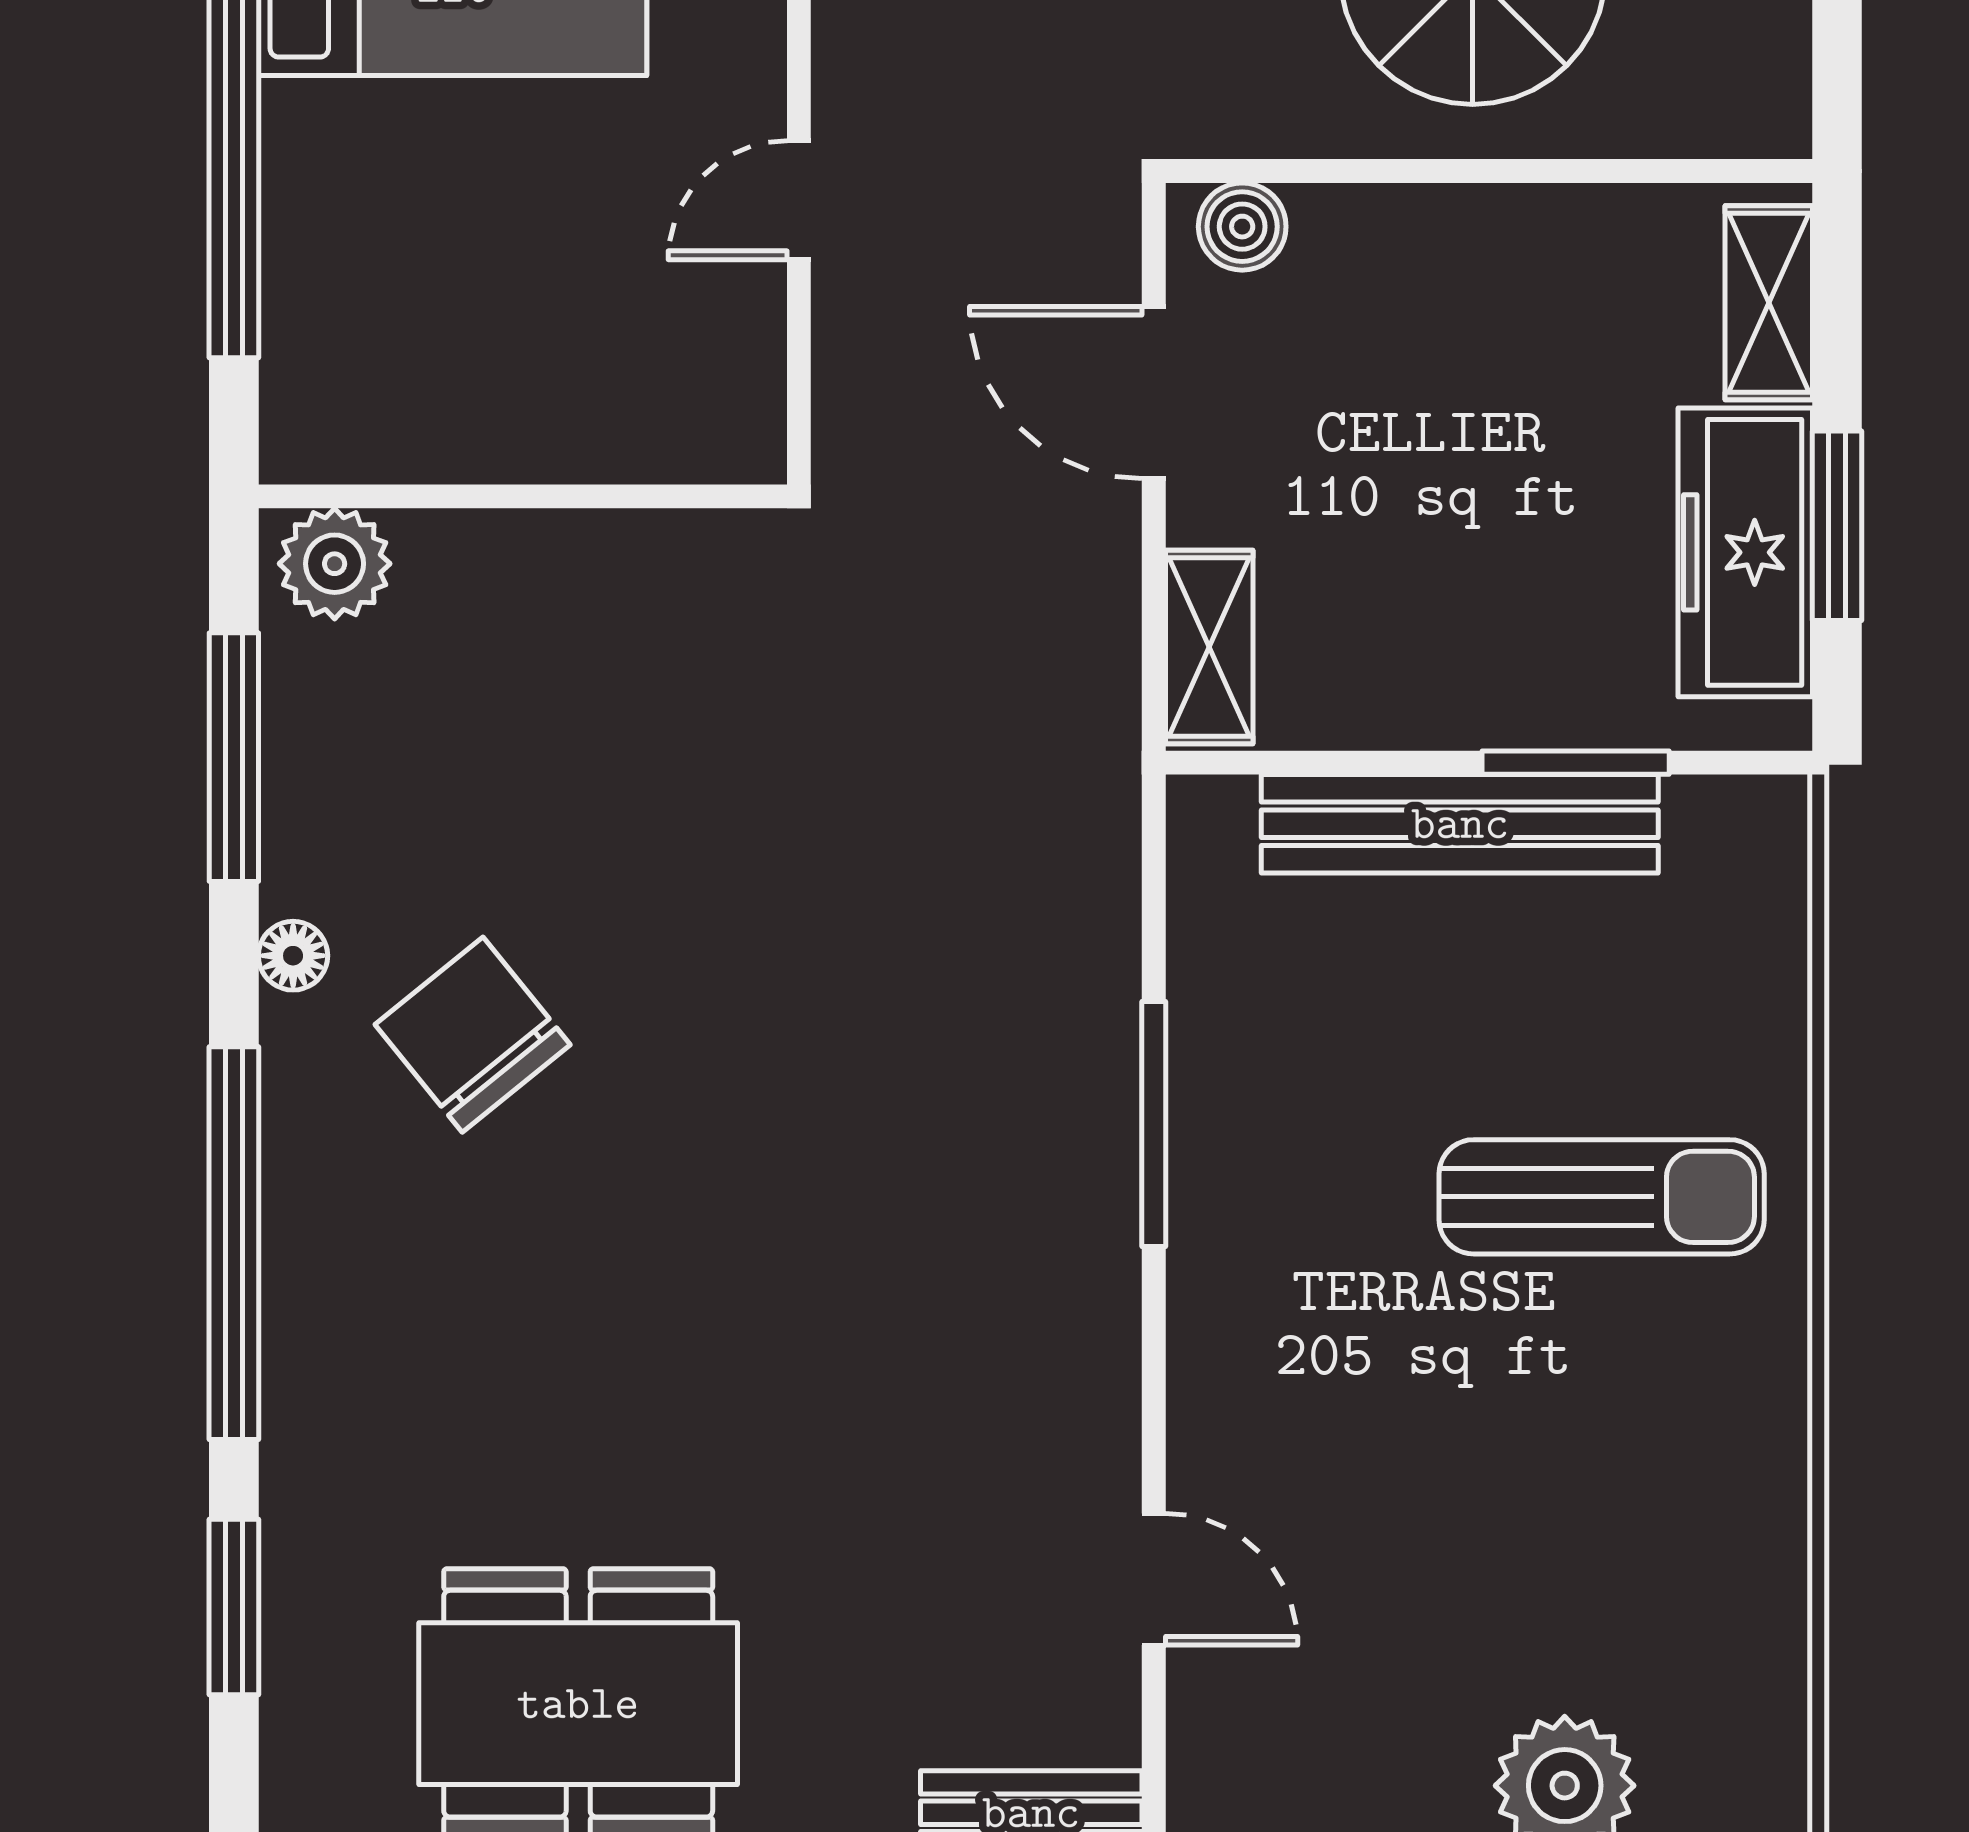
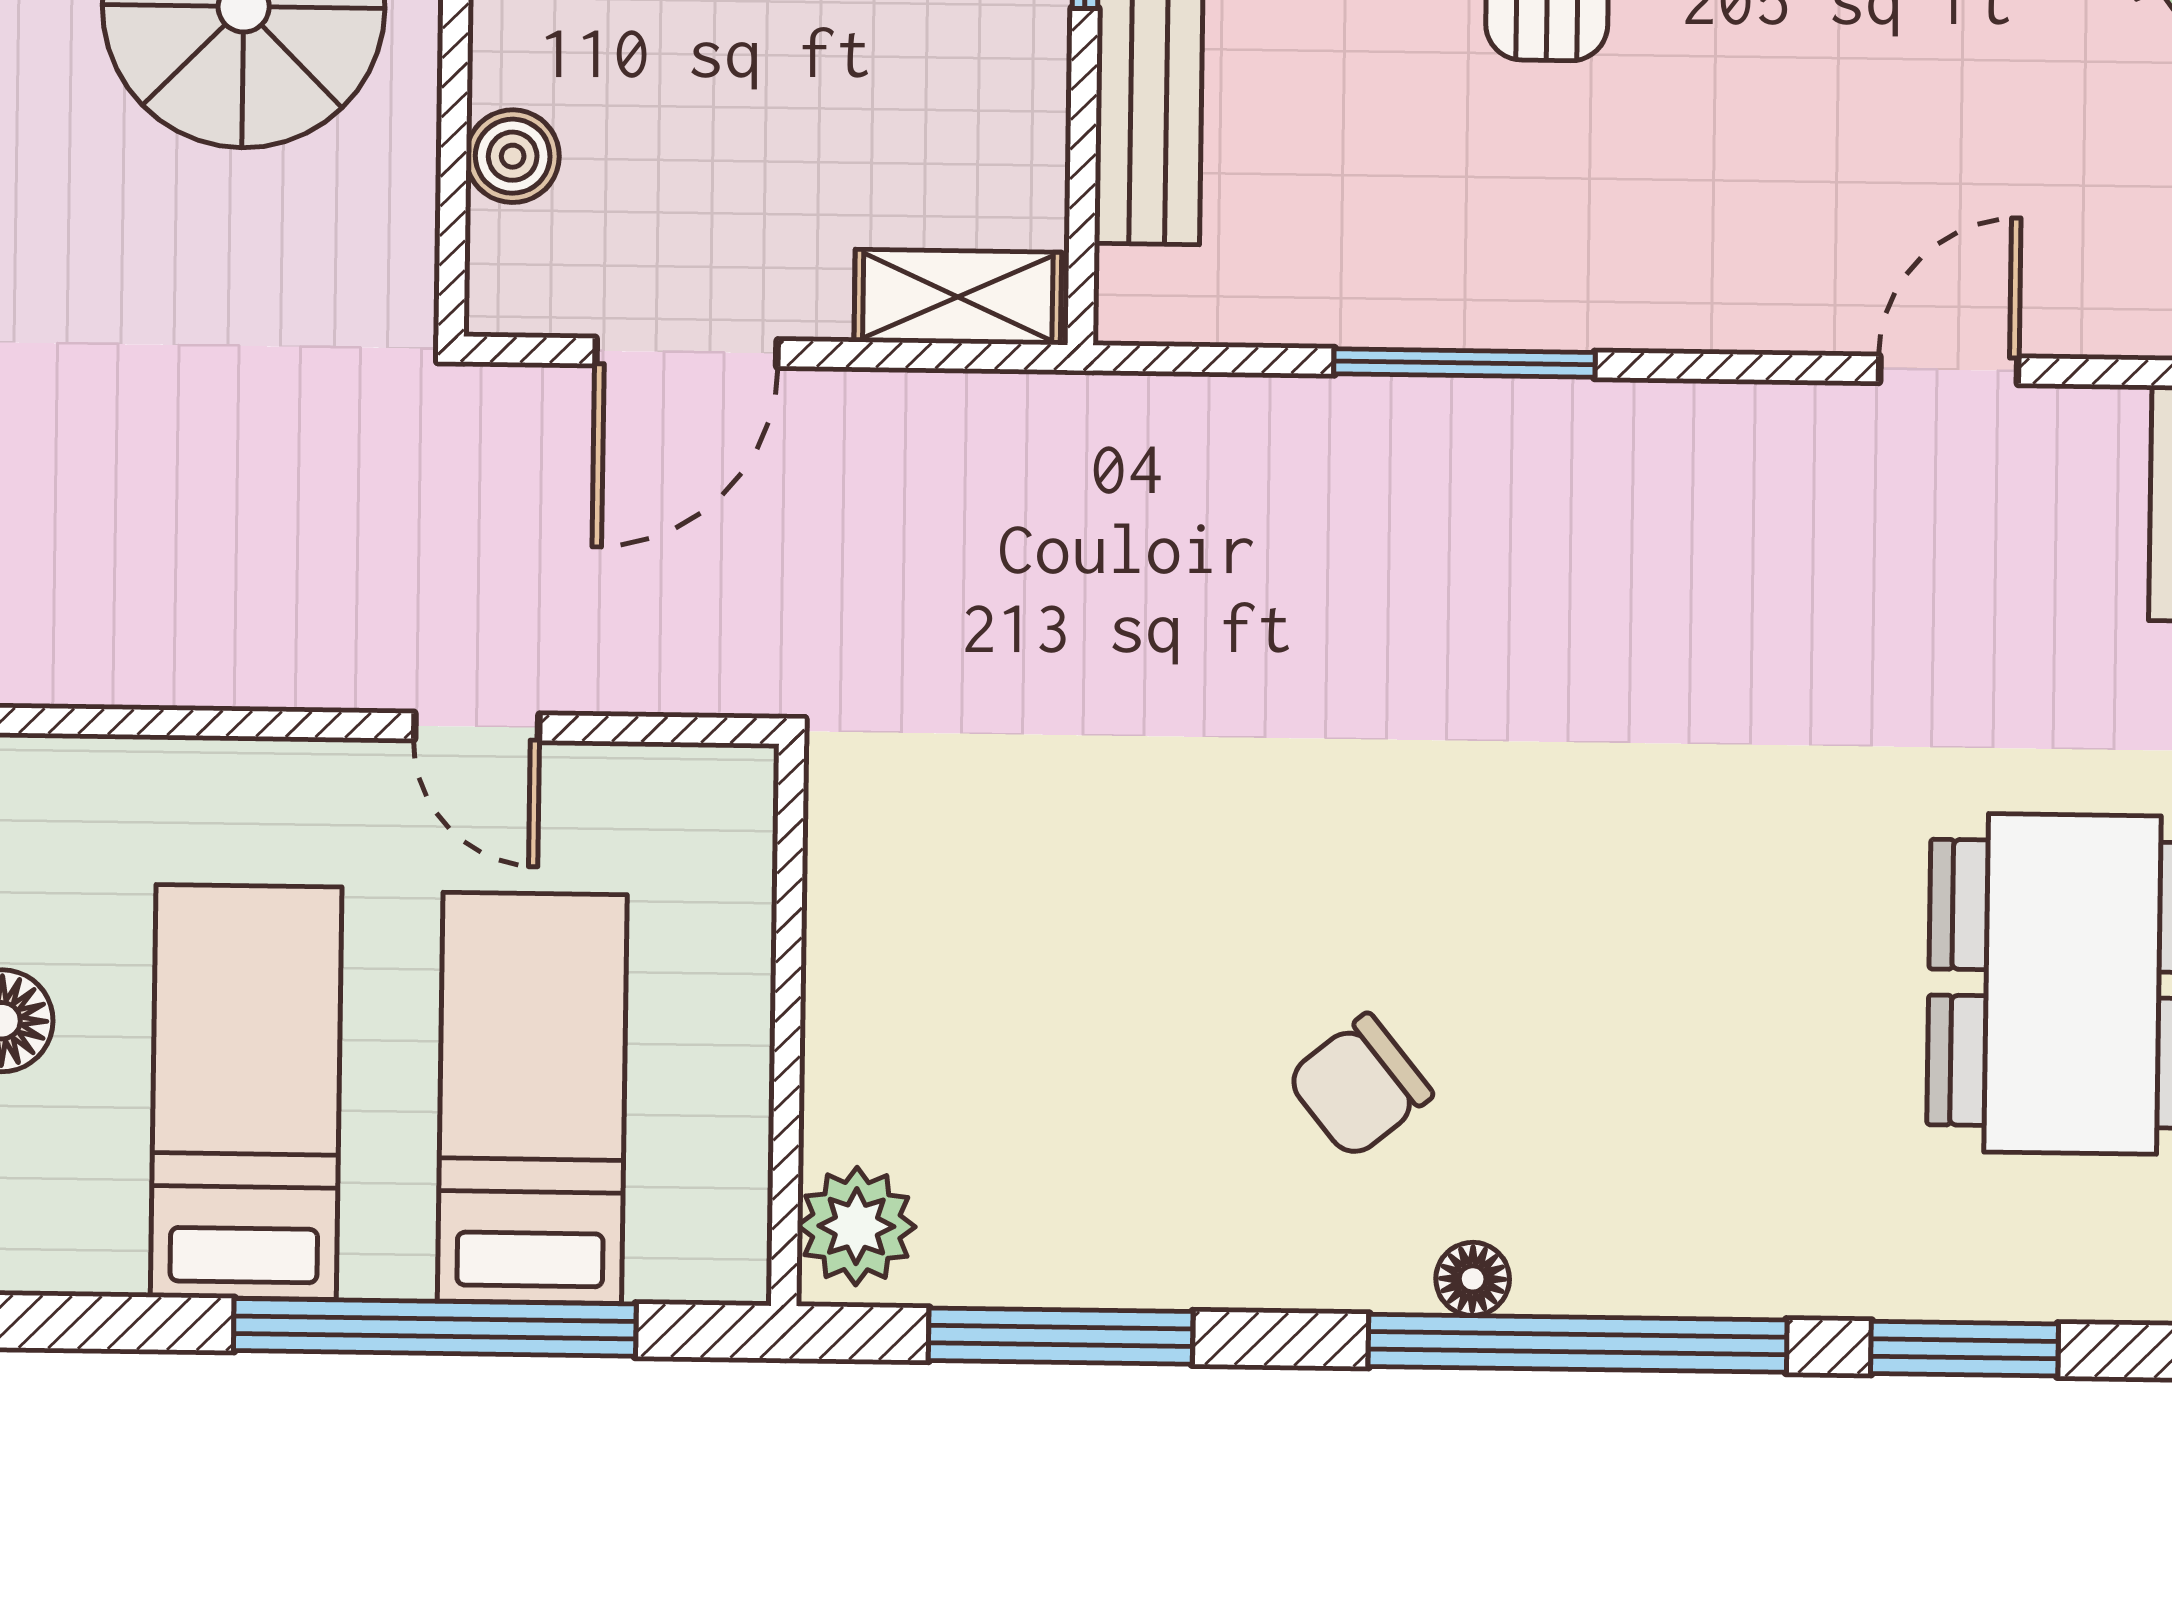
boiler: (1242, 227) -> (513, 156), moved
bed: (451, 257) -> (532, 1098), added
floor lamp: (293, 956) -> (1473, 1279), moved
chair: (473, 1035) -> (1359, 1086), width x0.73, depth x0.73

